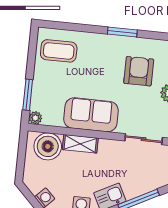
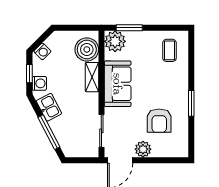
coffee table: (59, 51) -> (169, 50), width x0.73, depth x0.77
armchair: (139, 71) -> (159, 121), turned 90
plant: (35, 118) -> (115, 41), width x1.88, depth x1.88

